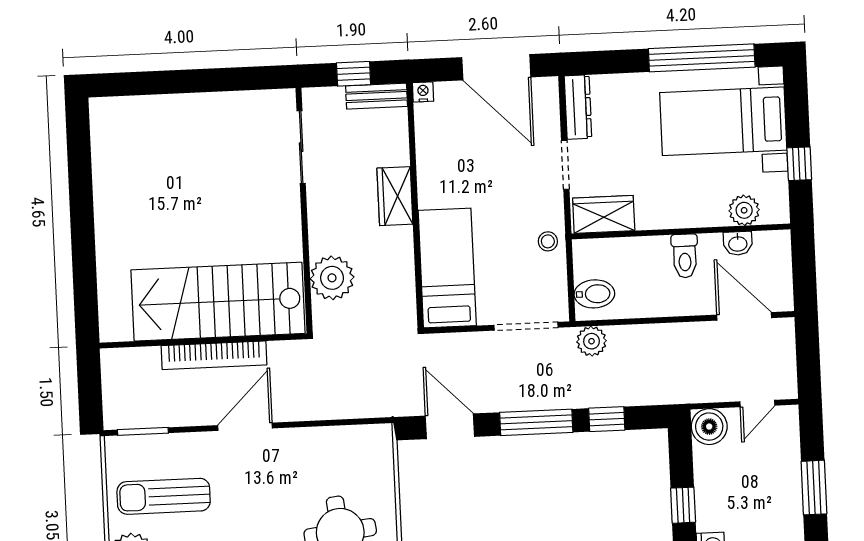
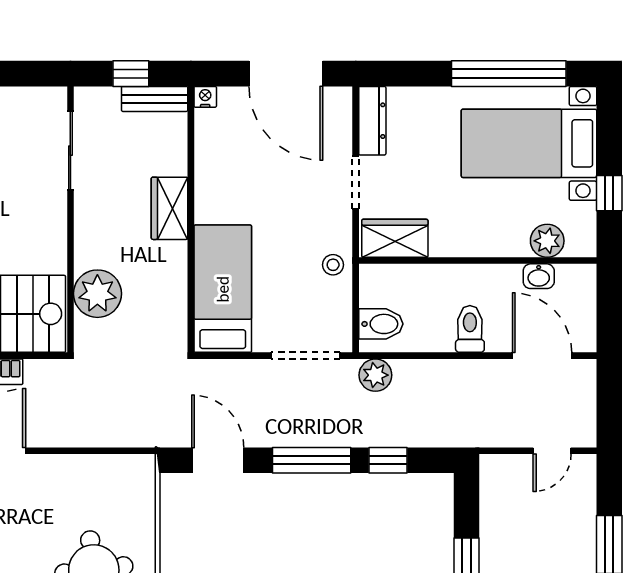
toilet: (685, 256) -> (470, 329), moved, turned 180
boiler: (709, 427) -> (499, 473), removed

